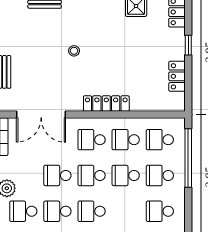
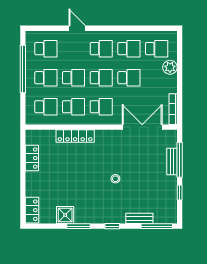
window: (188, 45) -> (23, 183), removed
locker: (106, 103) -> (75, 136), moved
window: (188, 158) -> (23, 69), moved

